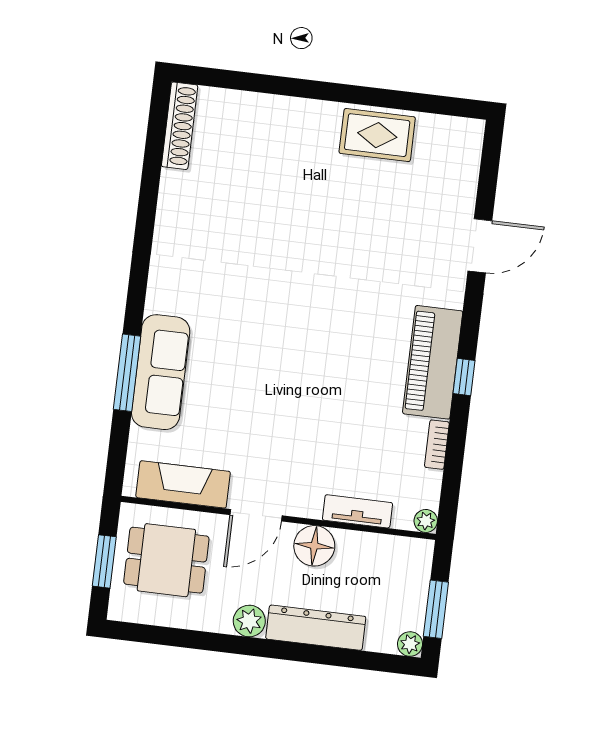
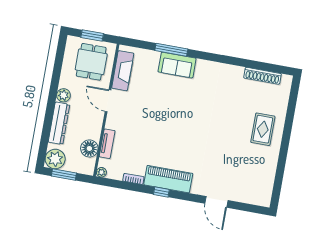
shoe rack: (180, 126) -> (262, 76), moved
rug: (377, 135) -> (263, 129), moved
sofa: (161, 372) -> (177, 65), width x0.73
floor lamp: (314, 546) -> (89, 148), moved
plant: (410, 644) -> (55, 159), width x1.87, depth x1.87

